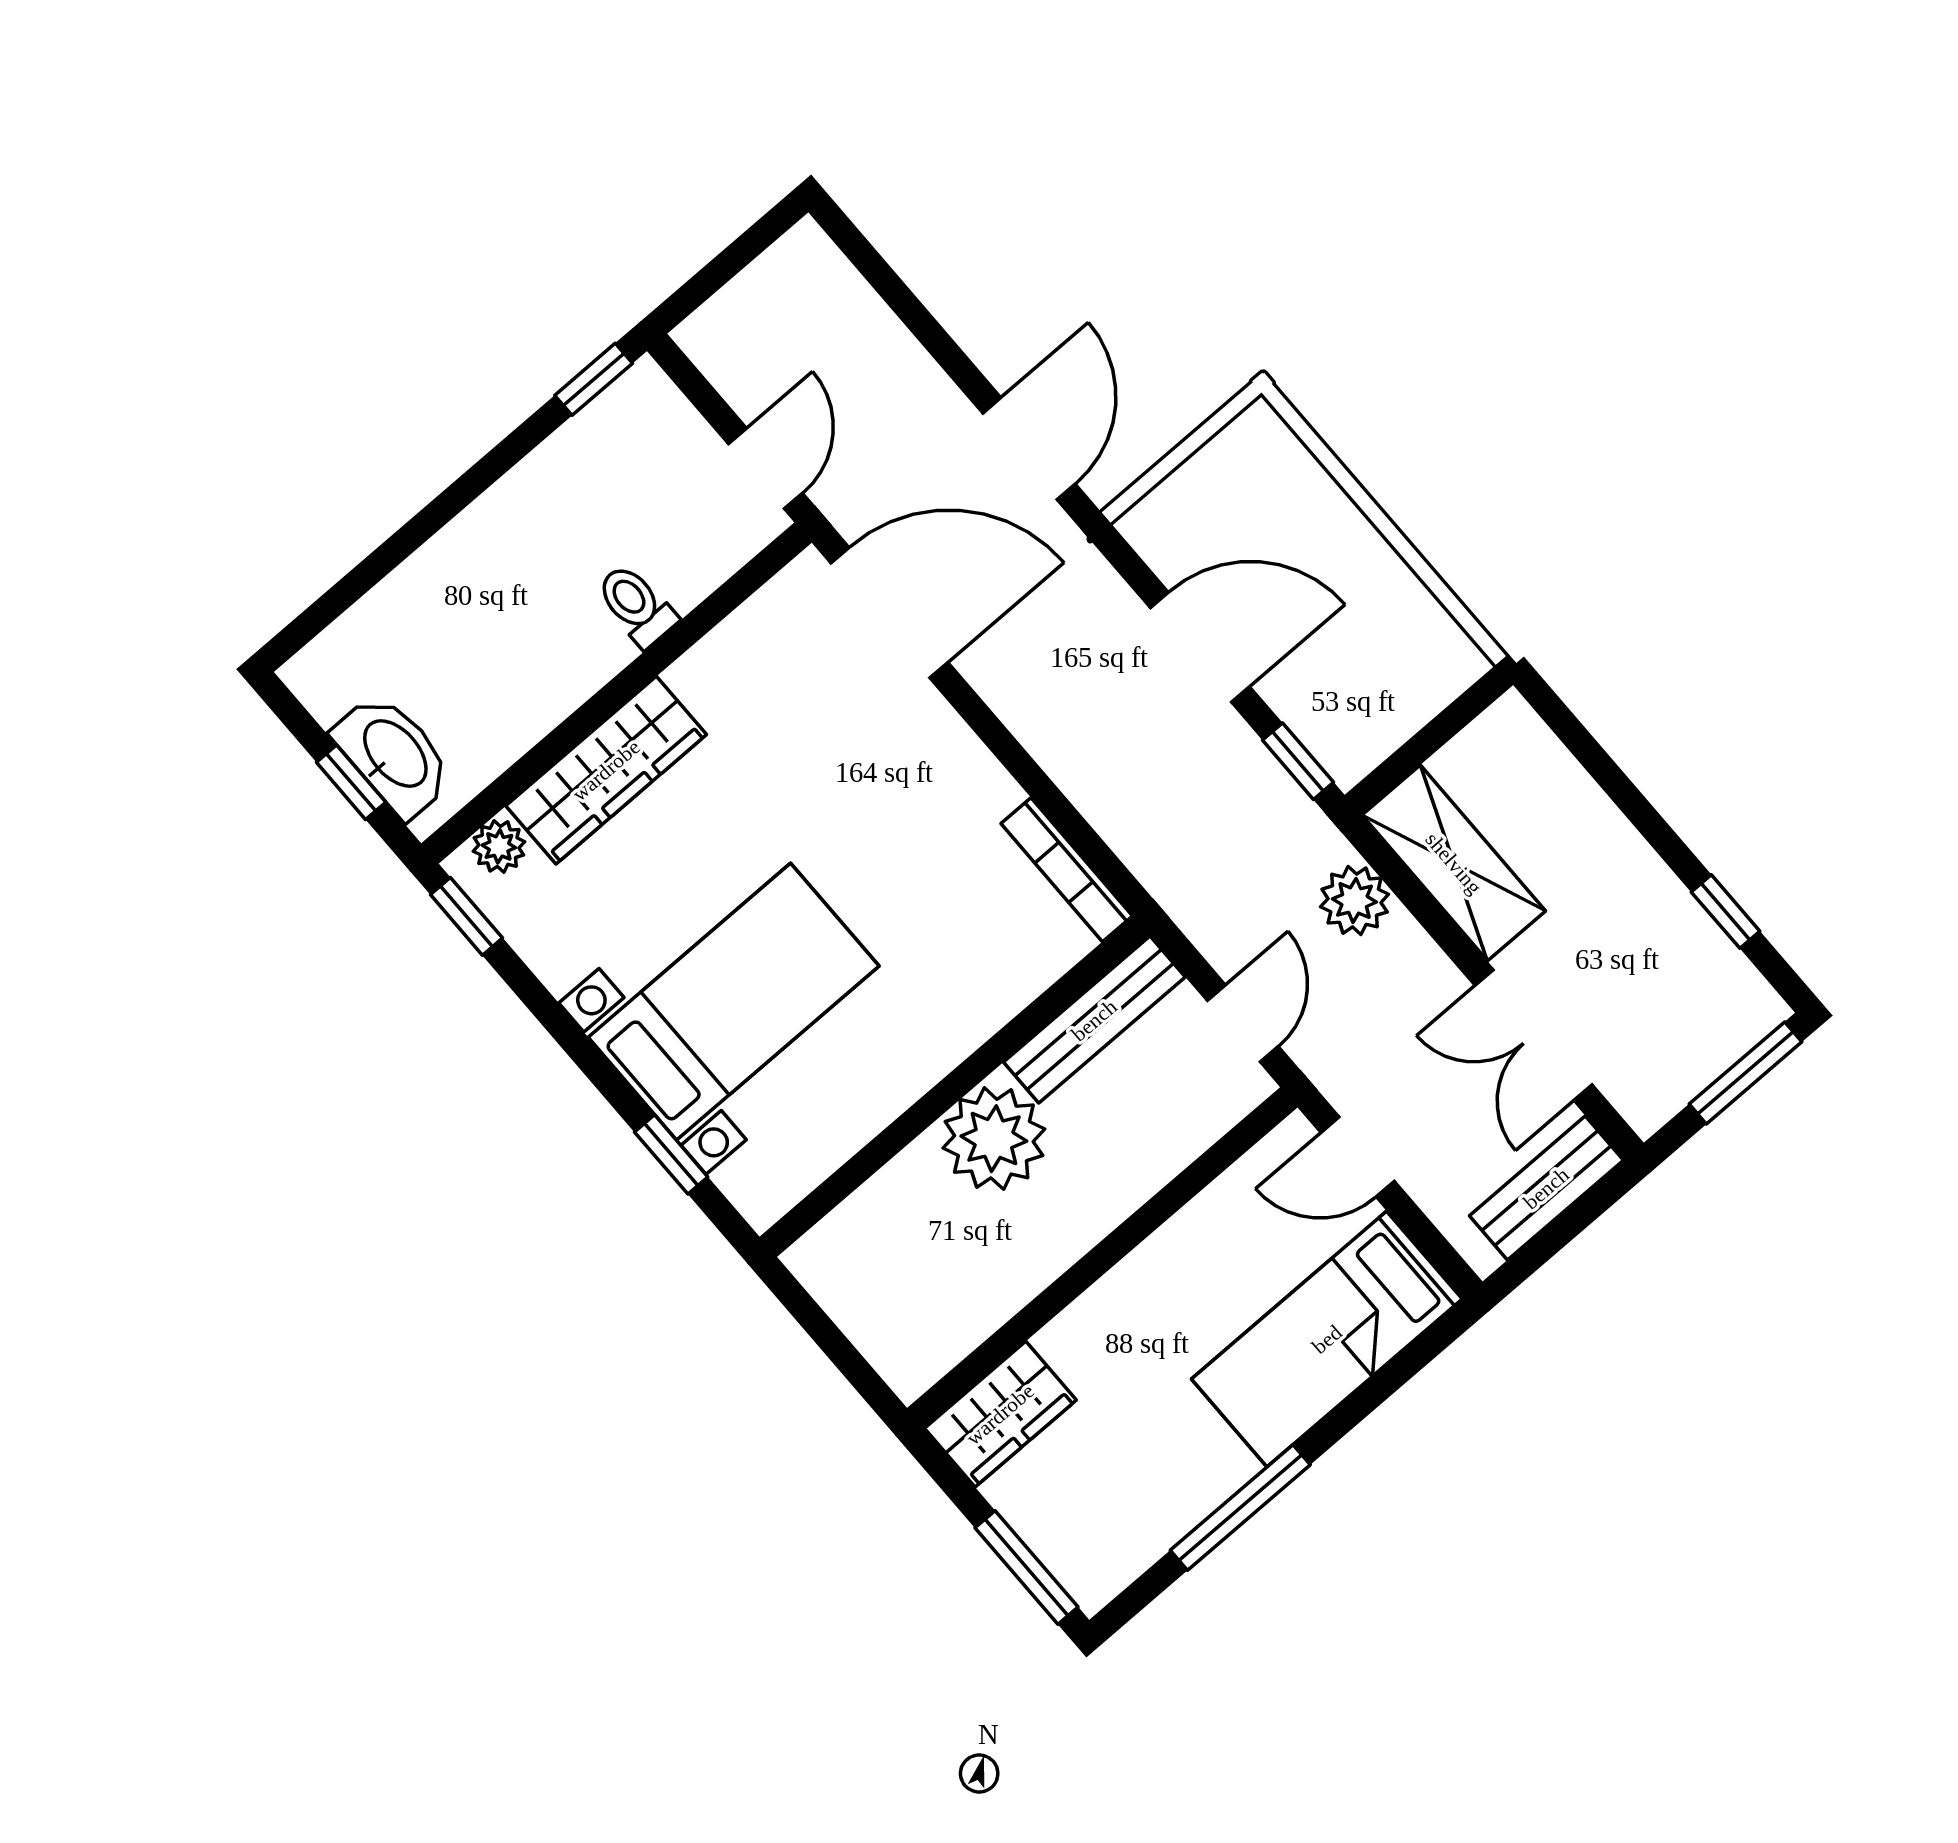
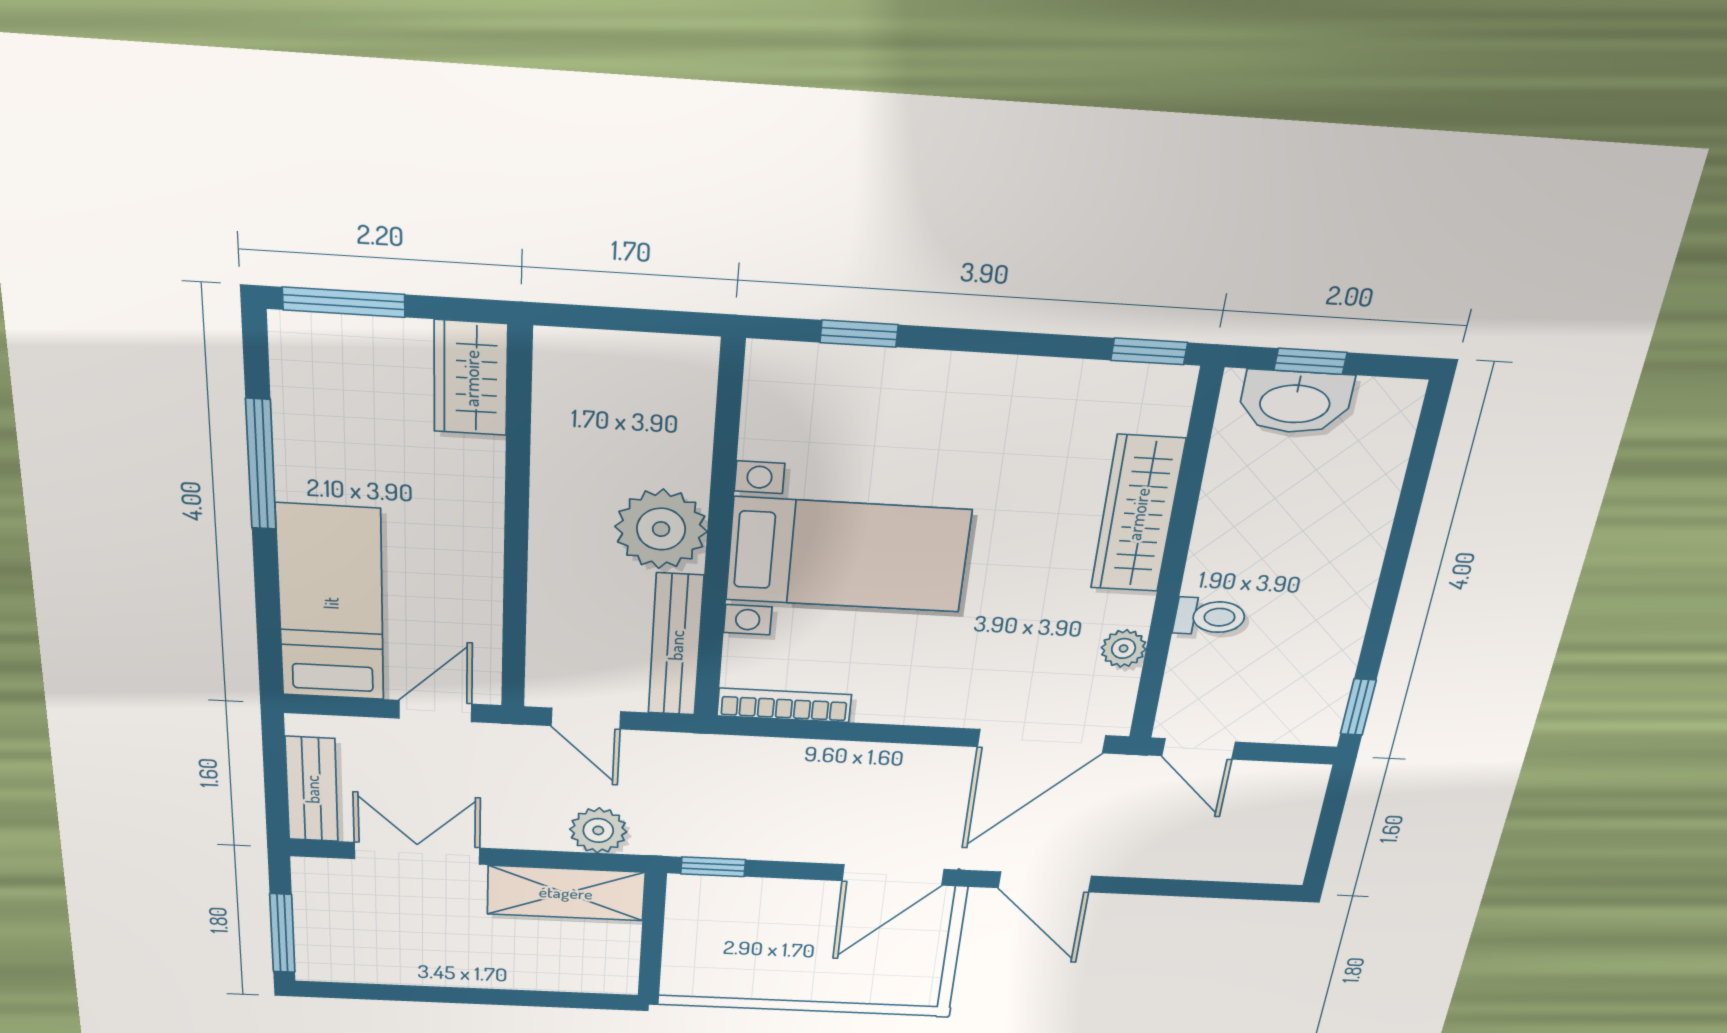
door: (1200, 647) -> (893, 875), moved
plant: (499, 846) -> (1124, 648), moved
window: (1726, 912) -> (393, 993), removed
bed with nightstands: (734, 1002) -> (848, 555), moved, turned -90

